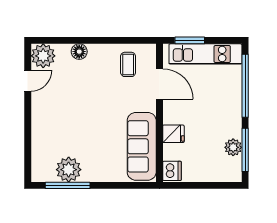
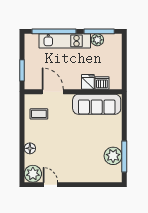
kitchen unit: (205, 54) -> (65, 41), moved, turned 90
door: (159, 84) -> (53, 92), hinge flipped
dishwasher: (172, 171) -> (102, 83), moved

